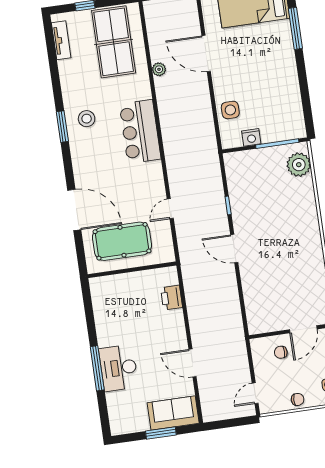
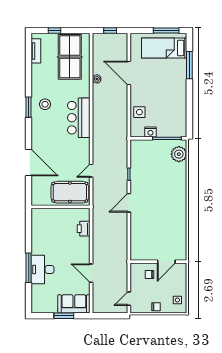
pool table: (122, 241) -> (70, 192), moved
door: (234, 249) -> (129, 203), hinge flipped

